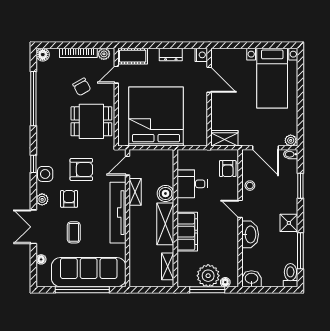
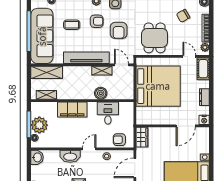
chair: (82, 87) -> (183, 16), moved
shelving: (165, 224) -> (47, 72), moved

